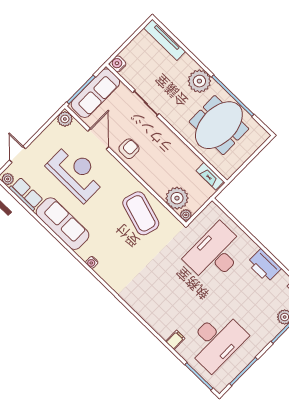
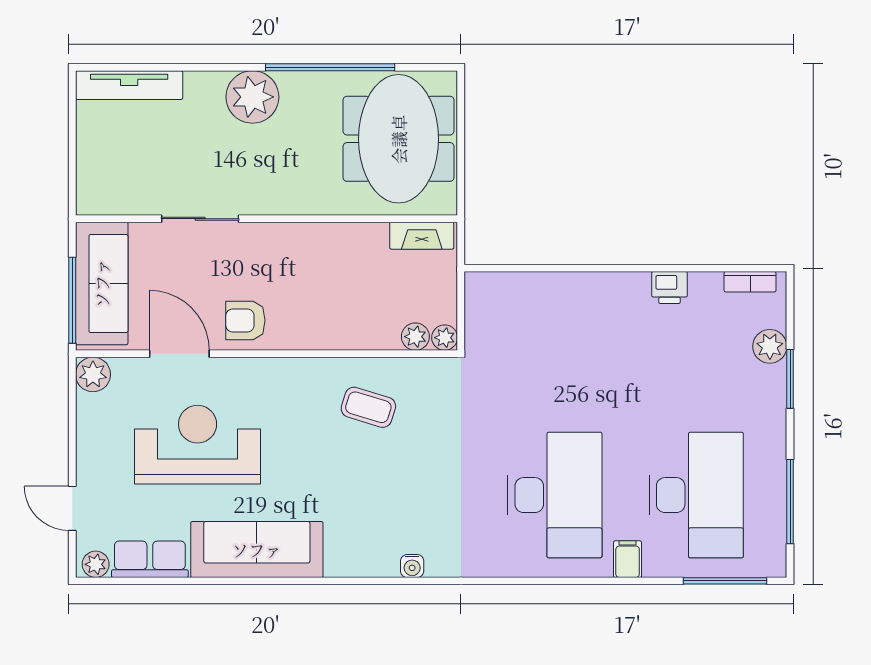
water cooler: (118, 64) -> (91, 200), removed
meeting table: (219, 125) -> (399, 139), moved
armchair: (129, 149) -> (245, 320), turned -90
plant: (177, 198) -> (415, 337), width x0.53, depth x0.53
coffee table: (141, 213) -> (368, 407), width x0.54, depth x0.58
desk: (215, 254) -> (555, 495), moved, turned 180
water cooler: (92, 262) -> (412, 566), moved
printer: (264, 266) -> (670, 288), width x0.53, depth x0.68

